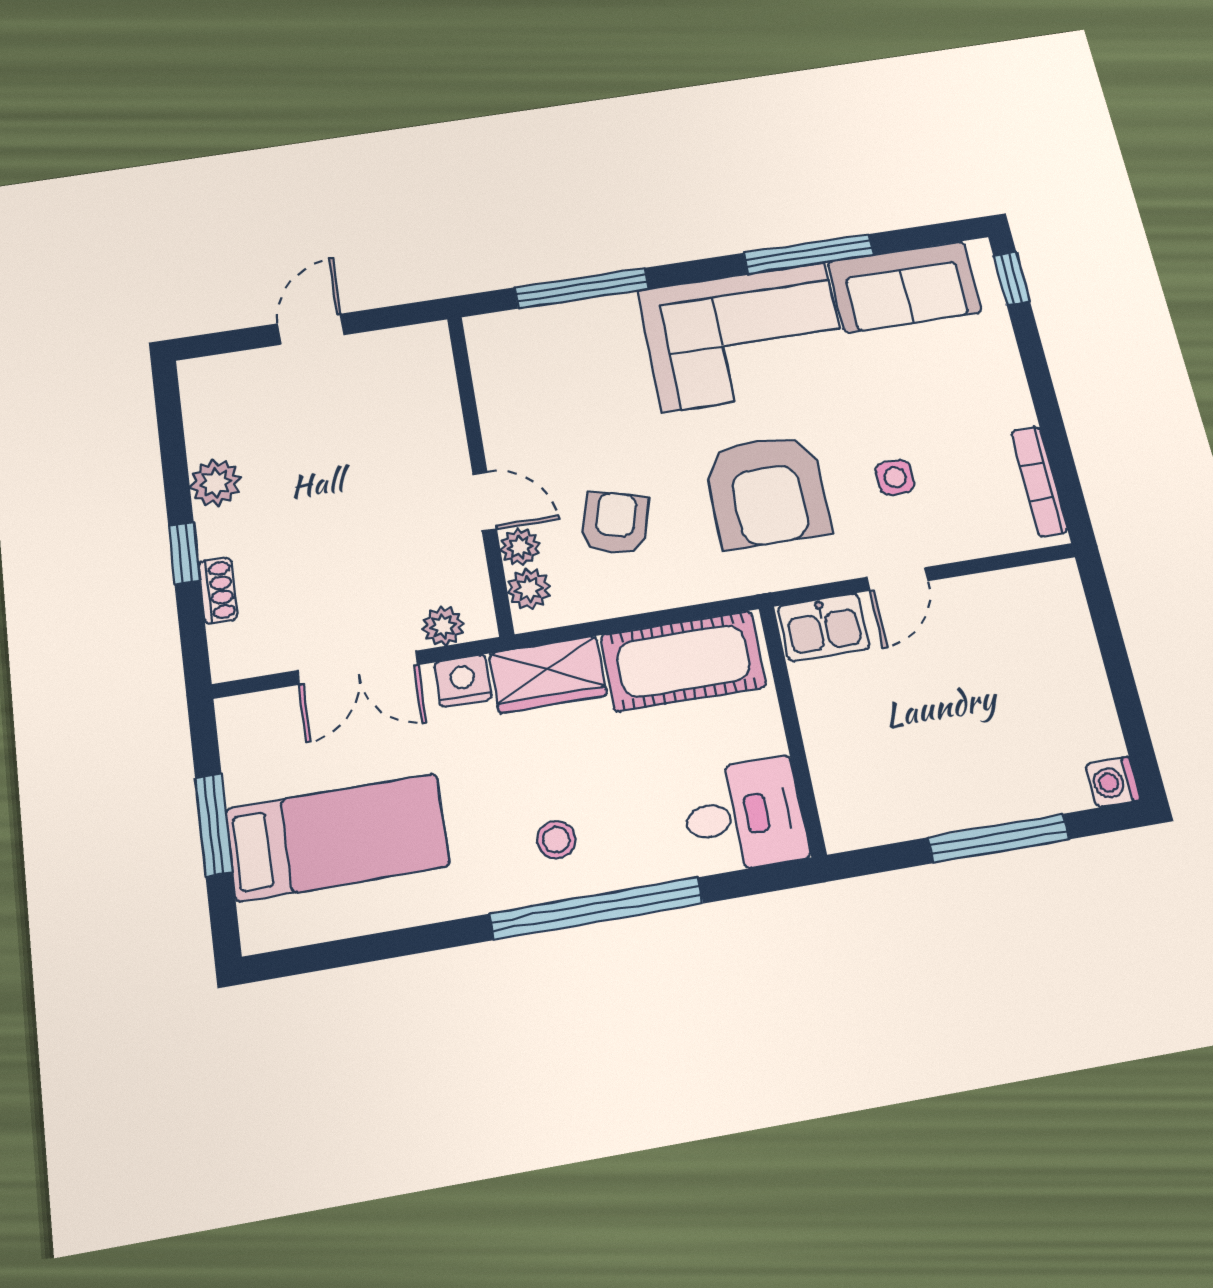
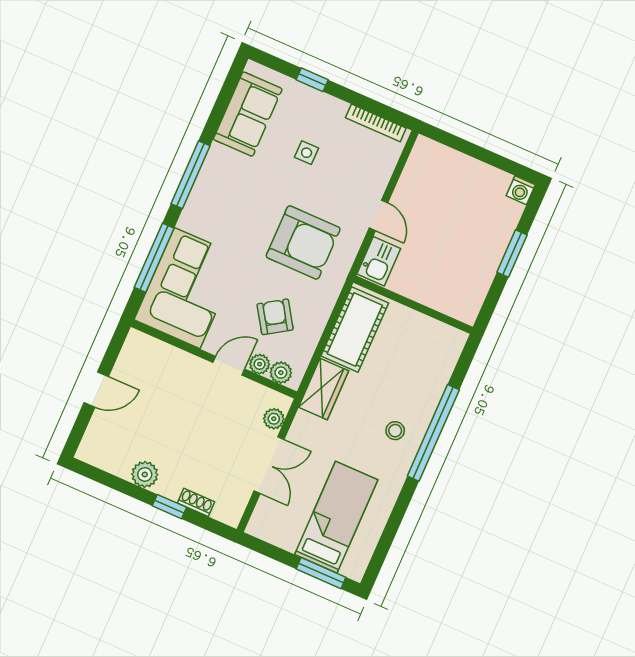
window: (808, 254) -> (191, 175), moved
window: (1012, 279) -> (312, 80), moved
door: (311, 329) -> (96, 390), swing flipped
corner sofa: (744, 337) -> (187, 288), moved
side table: (895, 477) -> (307, 153), moved
armchair: (615, 523) -> (275, 317), turned 41
nightstand: (463, 681) -> (303, 426), removed
desk: (744, 815) -> (435, 349), removed
window: (214, 824) -> (321, 573), moved
window: (998, 838) -> (512, 254), width x0.69

